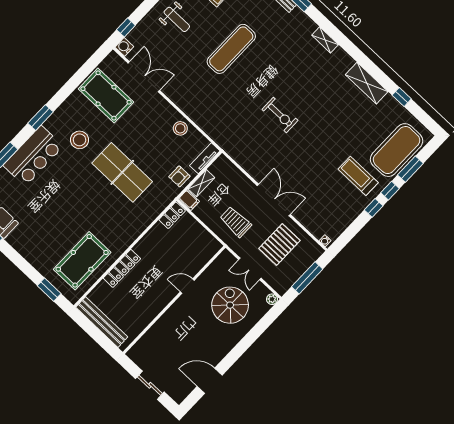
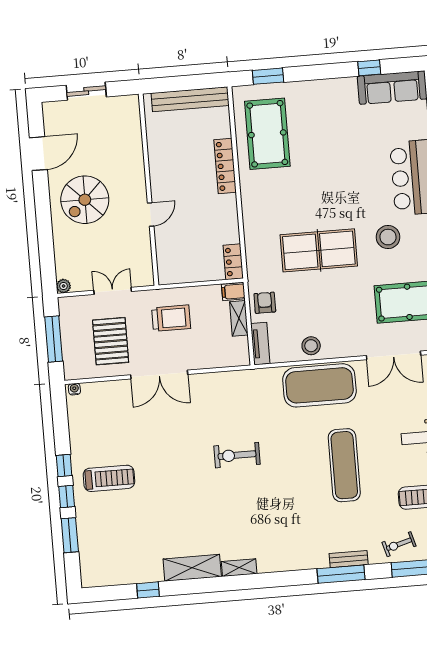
shelving: (325, 40) -> (239, 568), moved
exercise mat: (397, 150) -> (319, 385), moved, turned 90
spiral stairs: (230, 305) -> (85, 200), moved, turned 90

